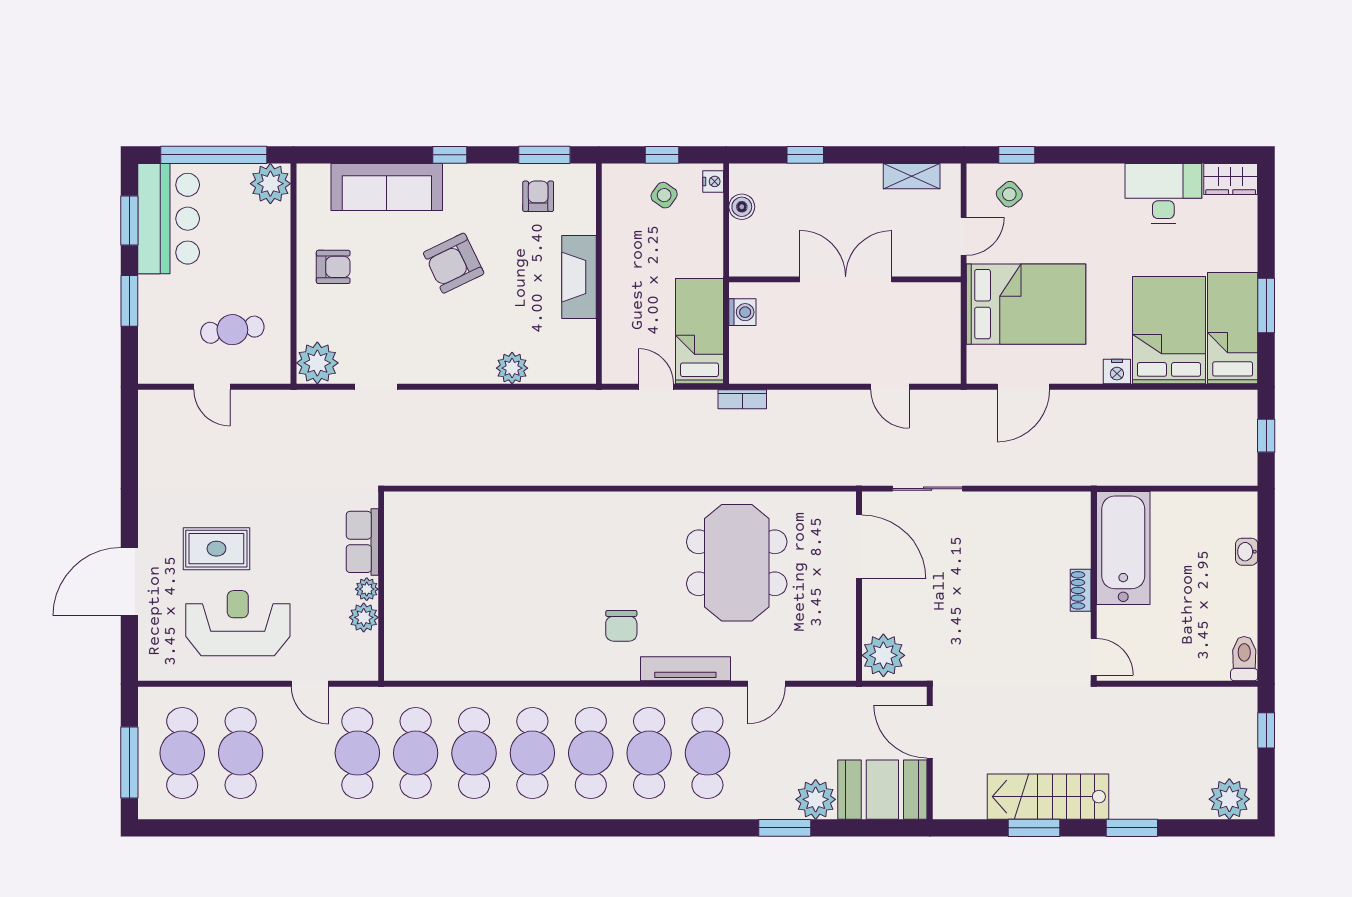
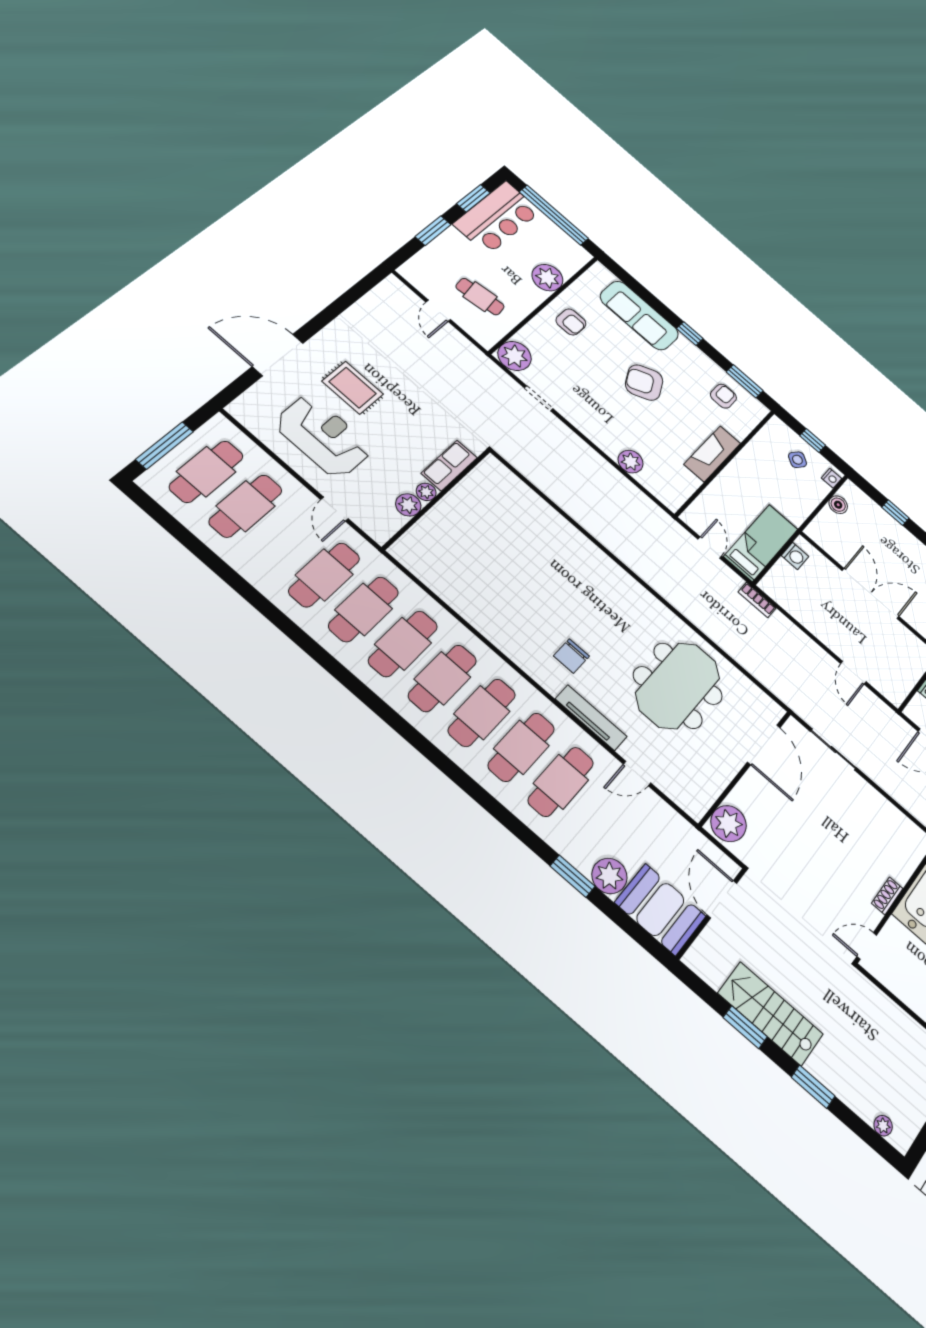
plant: (270, 184) -> (547, 278), moved
door: (1094, 657) -> (867, 946), swing flipped
plant: (1229, 799) -> (883, 1126), width x0.53, depth x0.53

